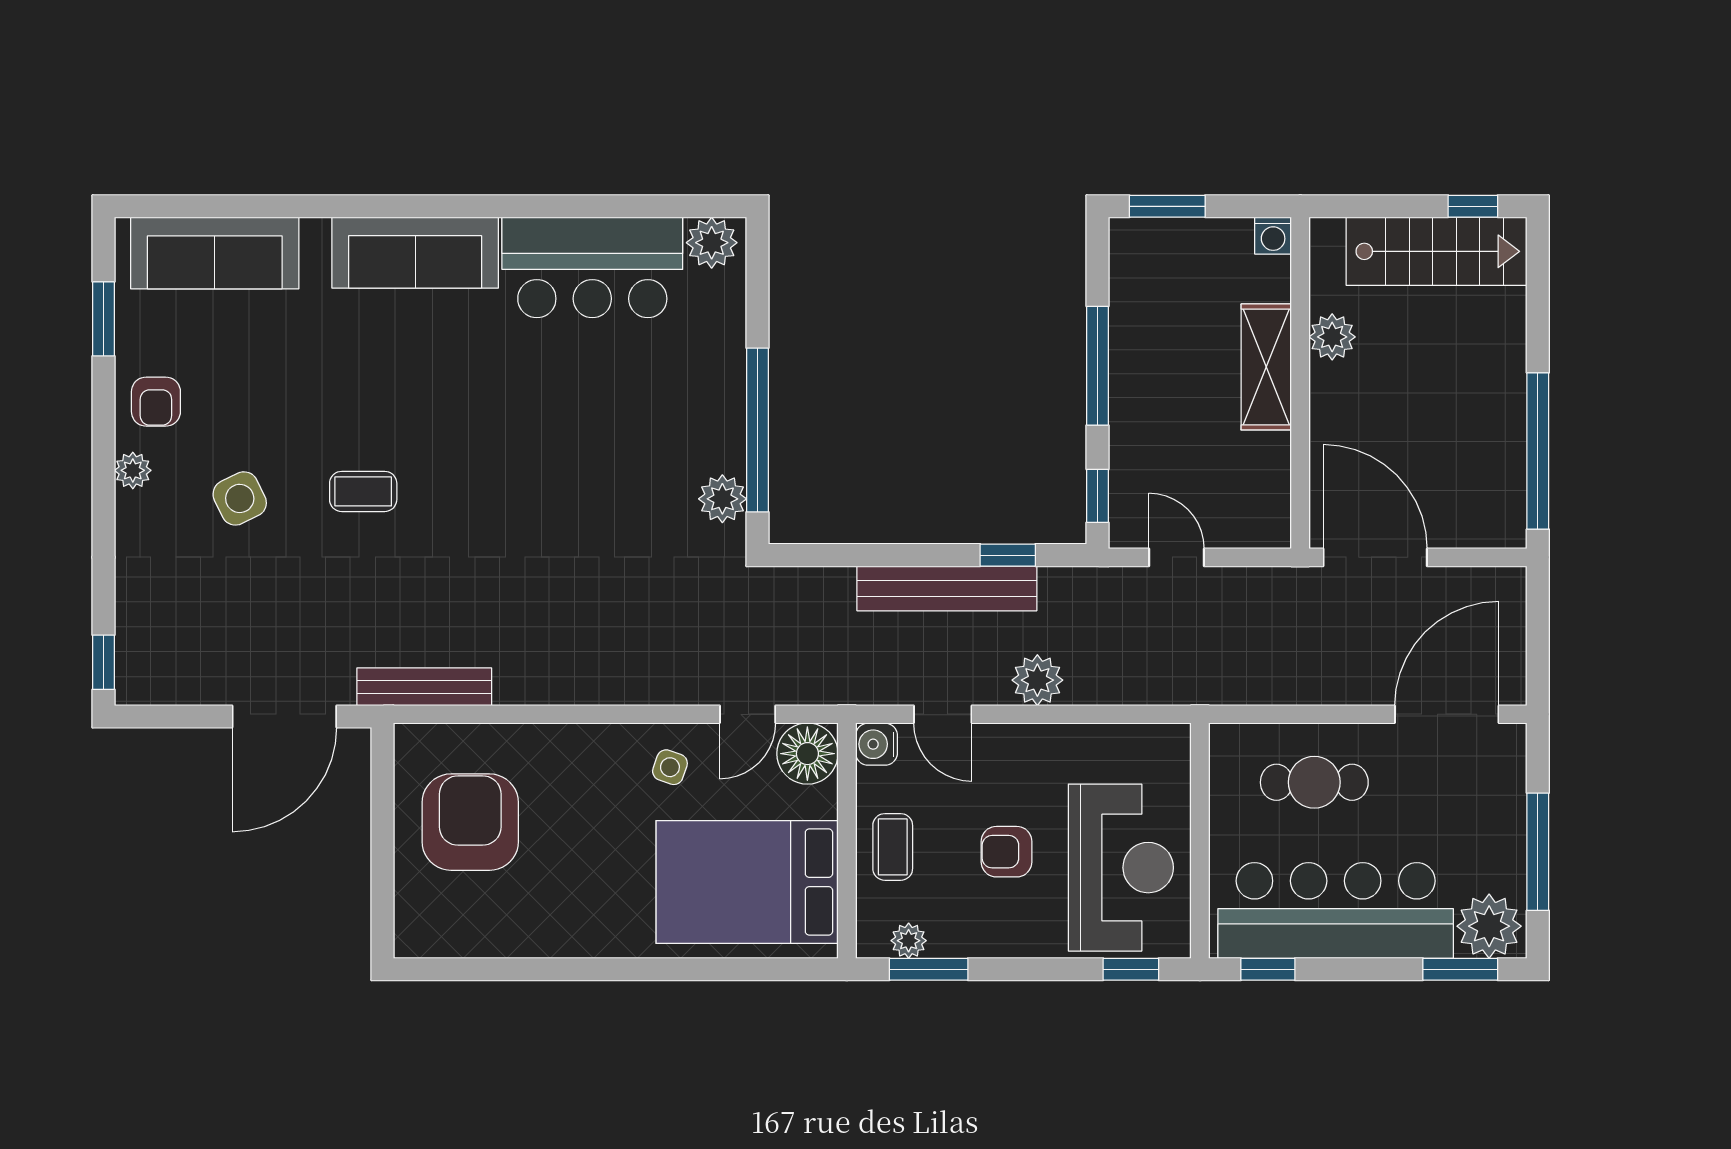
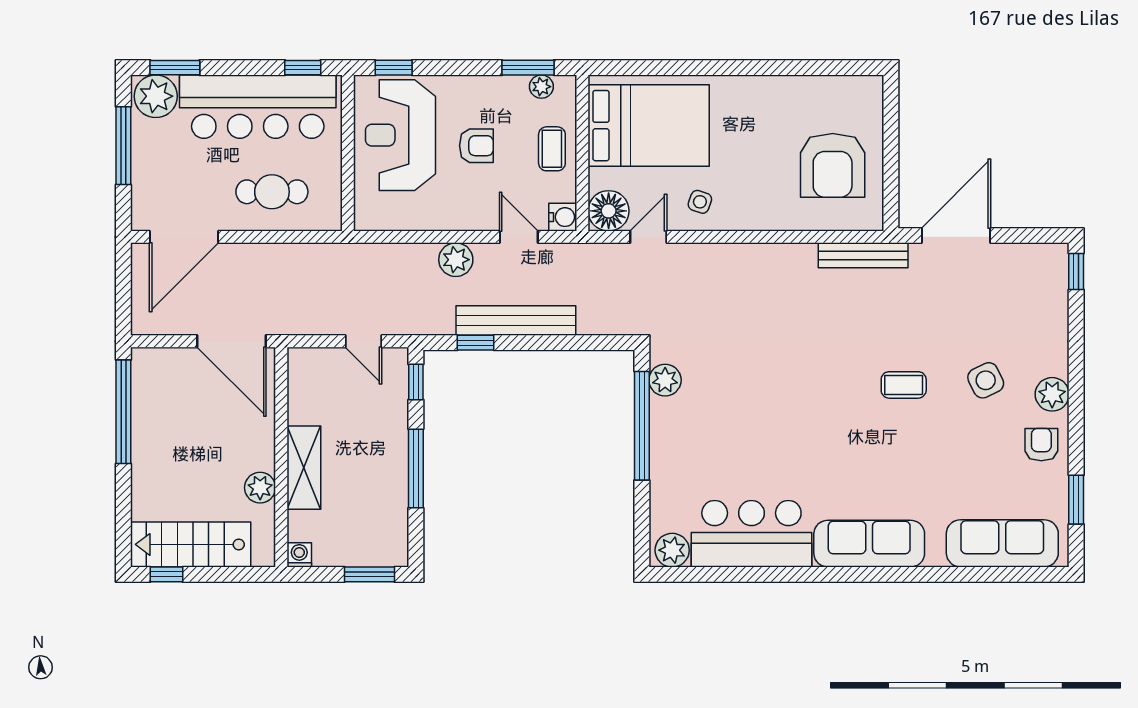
plant: (133, 470) -> (1052, 394), width x1.38, depth x1.38

